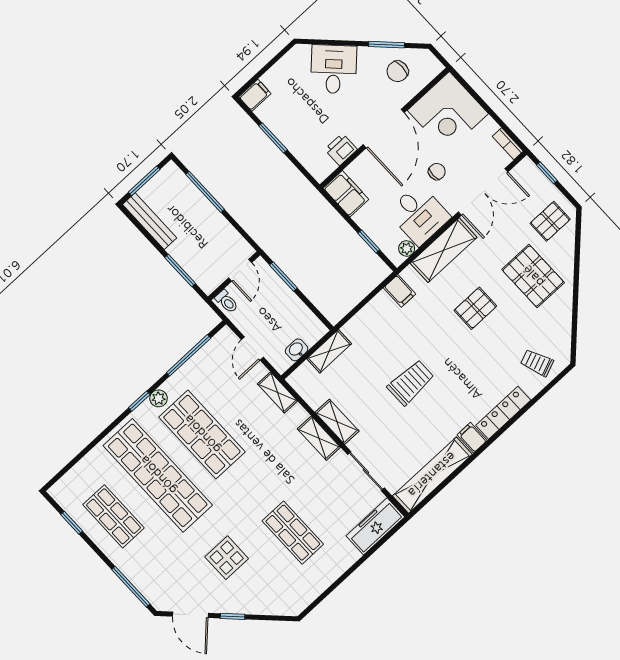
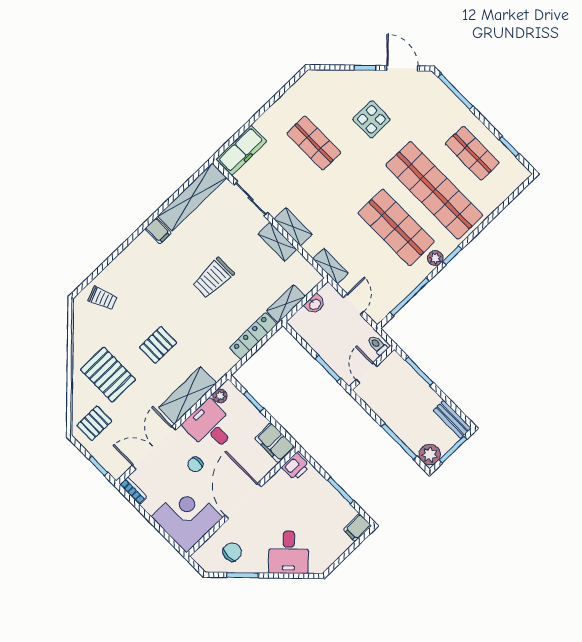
printer: (341, 149) -> (296, 467), moved
plant: (171, 176) -> (430, 455), added
bench: (150, 221) -> (452, 419), width x0.73
filing cabinet: (400, 291) -> (225, 359), removed
locker: (503, 413) -> (253, 336), moved, turned 180

